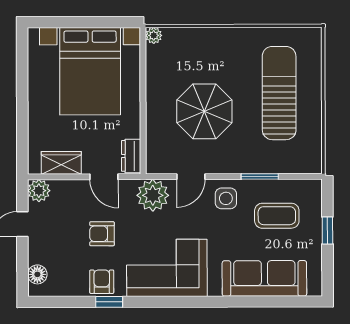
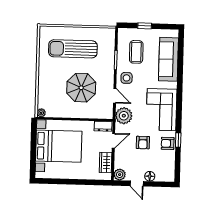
floor lamp: (37, 274) -> (150, 176), moved

